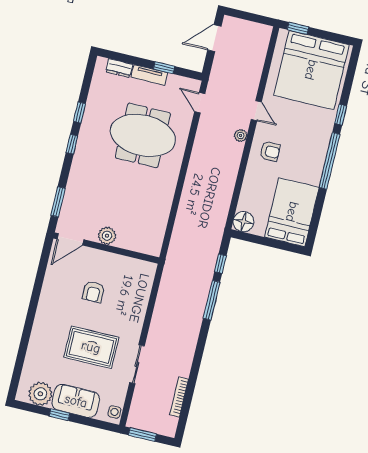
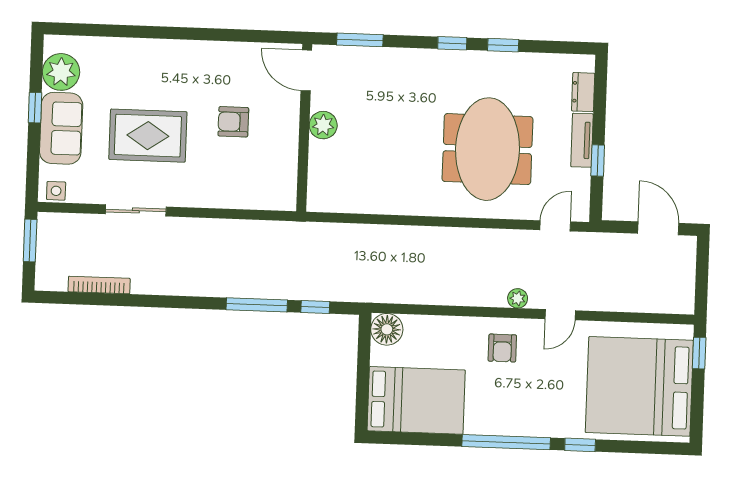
rug: (91, 347) -> (148, 136), turned 90

